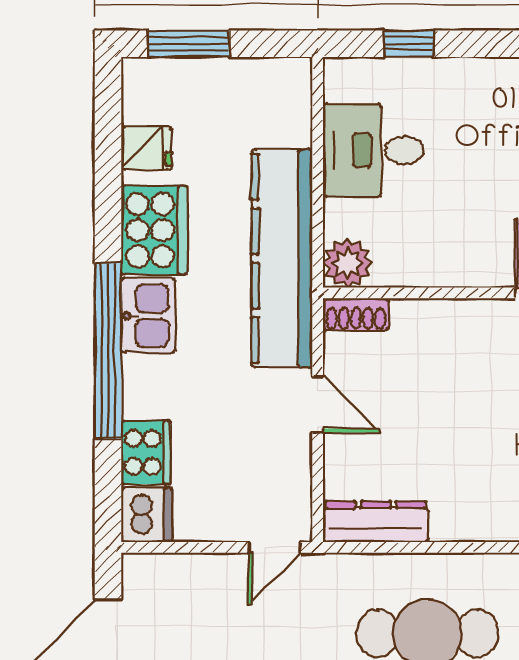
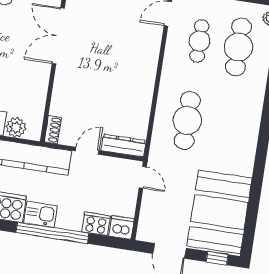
plant: (347, 263) -> (16, 128), moved
dresser: (376, 522) -> (123, 146), moved, turned 90

